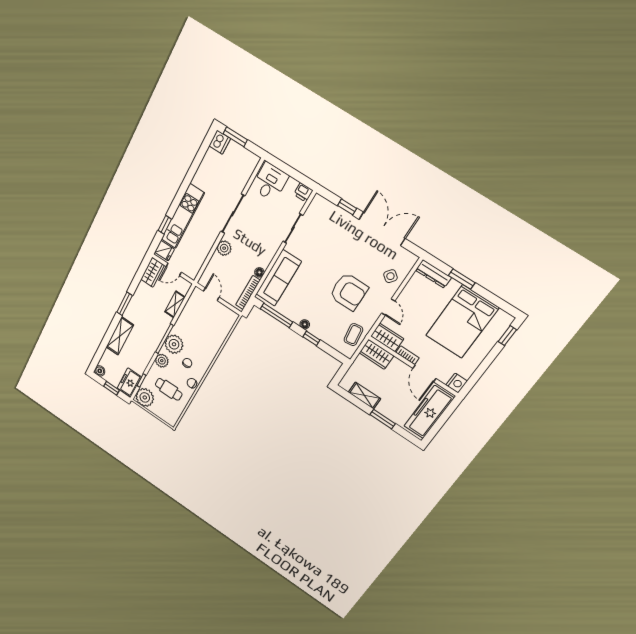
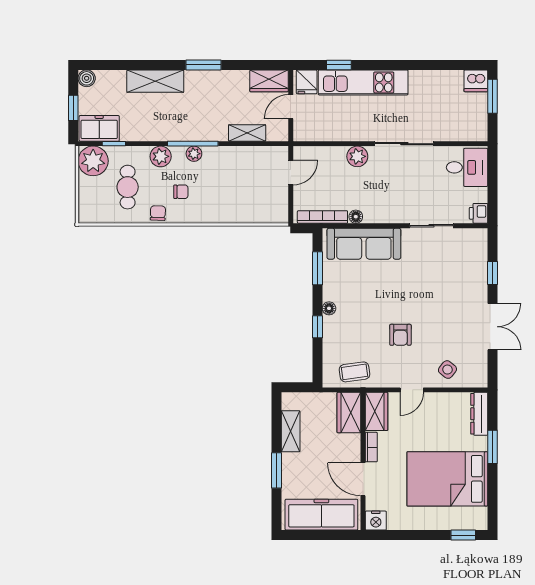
double door: (382, 229) -> (493, 327), width x0.73
door: (174, 269) -> (291, 107), hinge flipped
armchair: (349, 292) -> (400, 335), width x0.53, depth x0.53
window: (276, 315) -> (318, 268), width x0.69
plant: (174, 344) -> (194, 154), width x0.53, depth x0.53
door: (424, 373) -> (363, 479), hinge flipped

